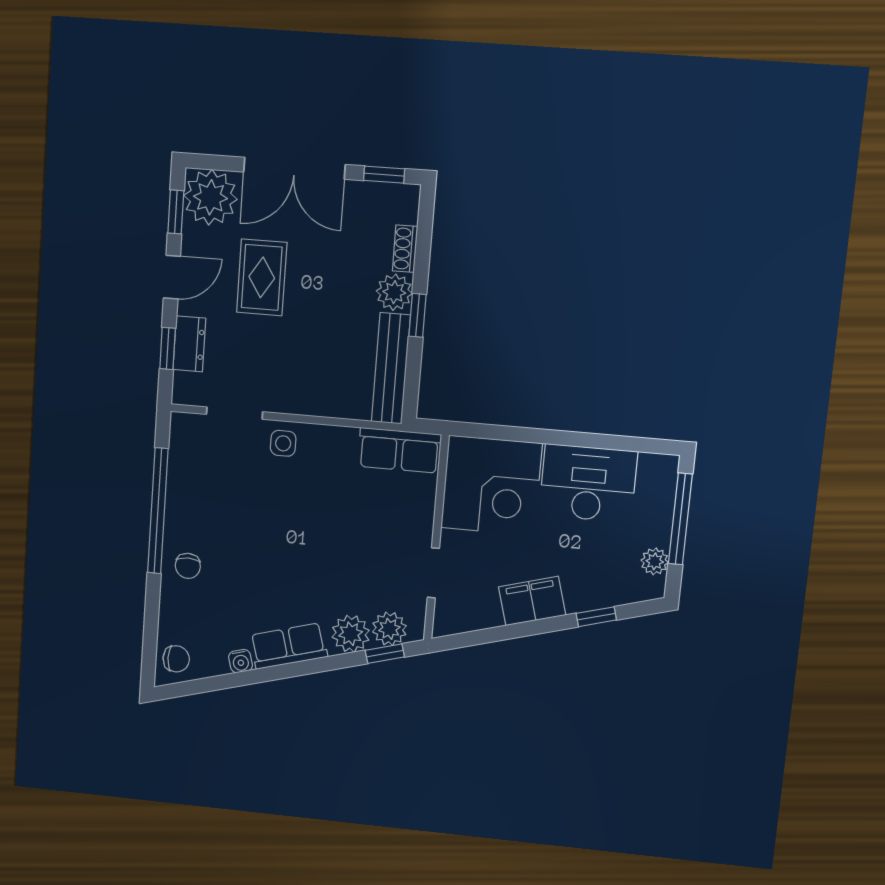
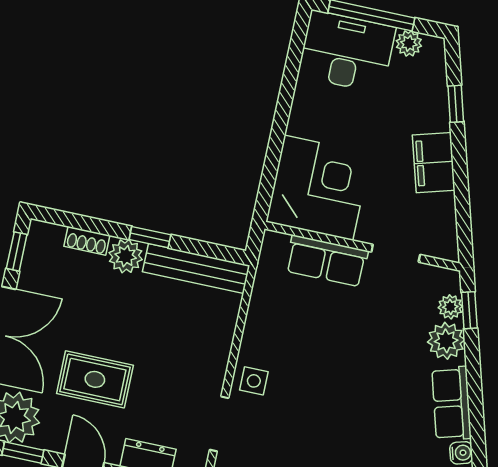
row of seats: (399, 450) -> (327, 261), moved, turned 90
desk: (588, 483) -> (347, 52), moved, turned 90
plant: (389, 629) -> (450, 307), width x0.73, depth x0.73

